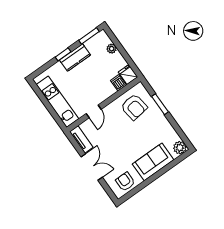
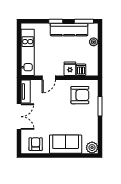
kitchen counter: (75, 57) -> (69, 30), width x1.50
fridge: (128, 75) -> (70, 69), moved
armchair: (134, 107) -> (80, 95), turned -82

